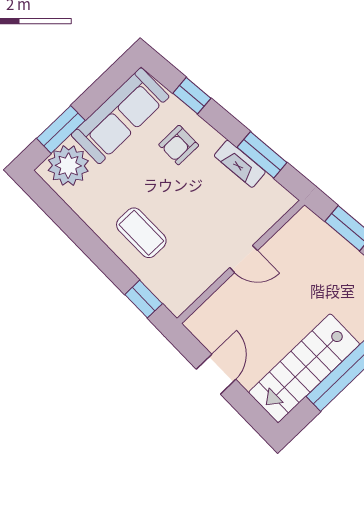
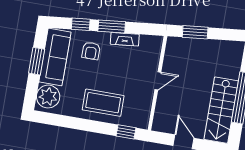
window: (61, 129) -> (37, 61), moved
window: (262, 155) -> (112, 26), moved
coffee table: (141, 233) -> (103, 103), width x1.36, depth x1.32

